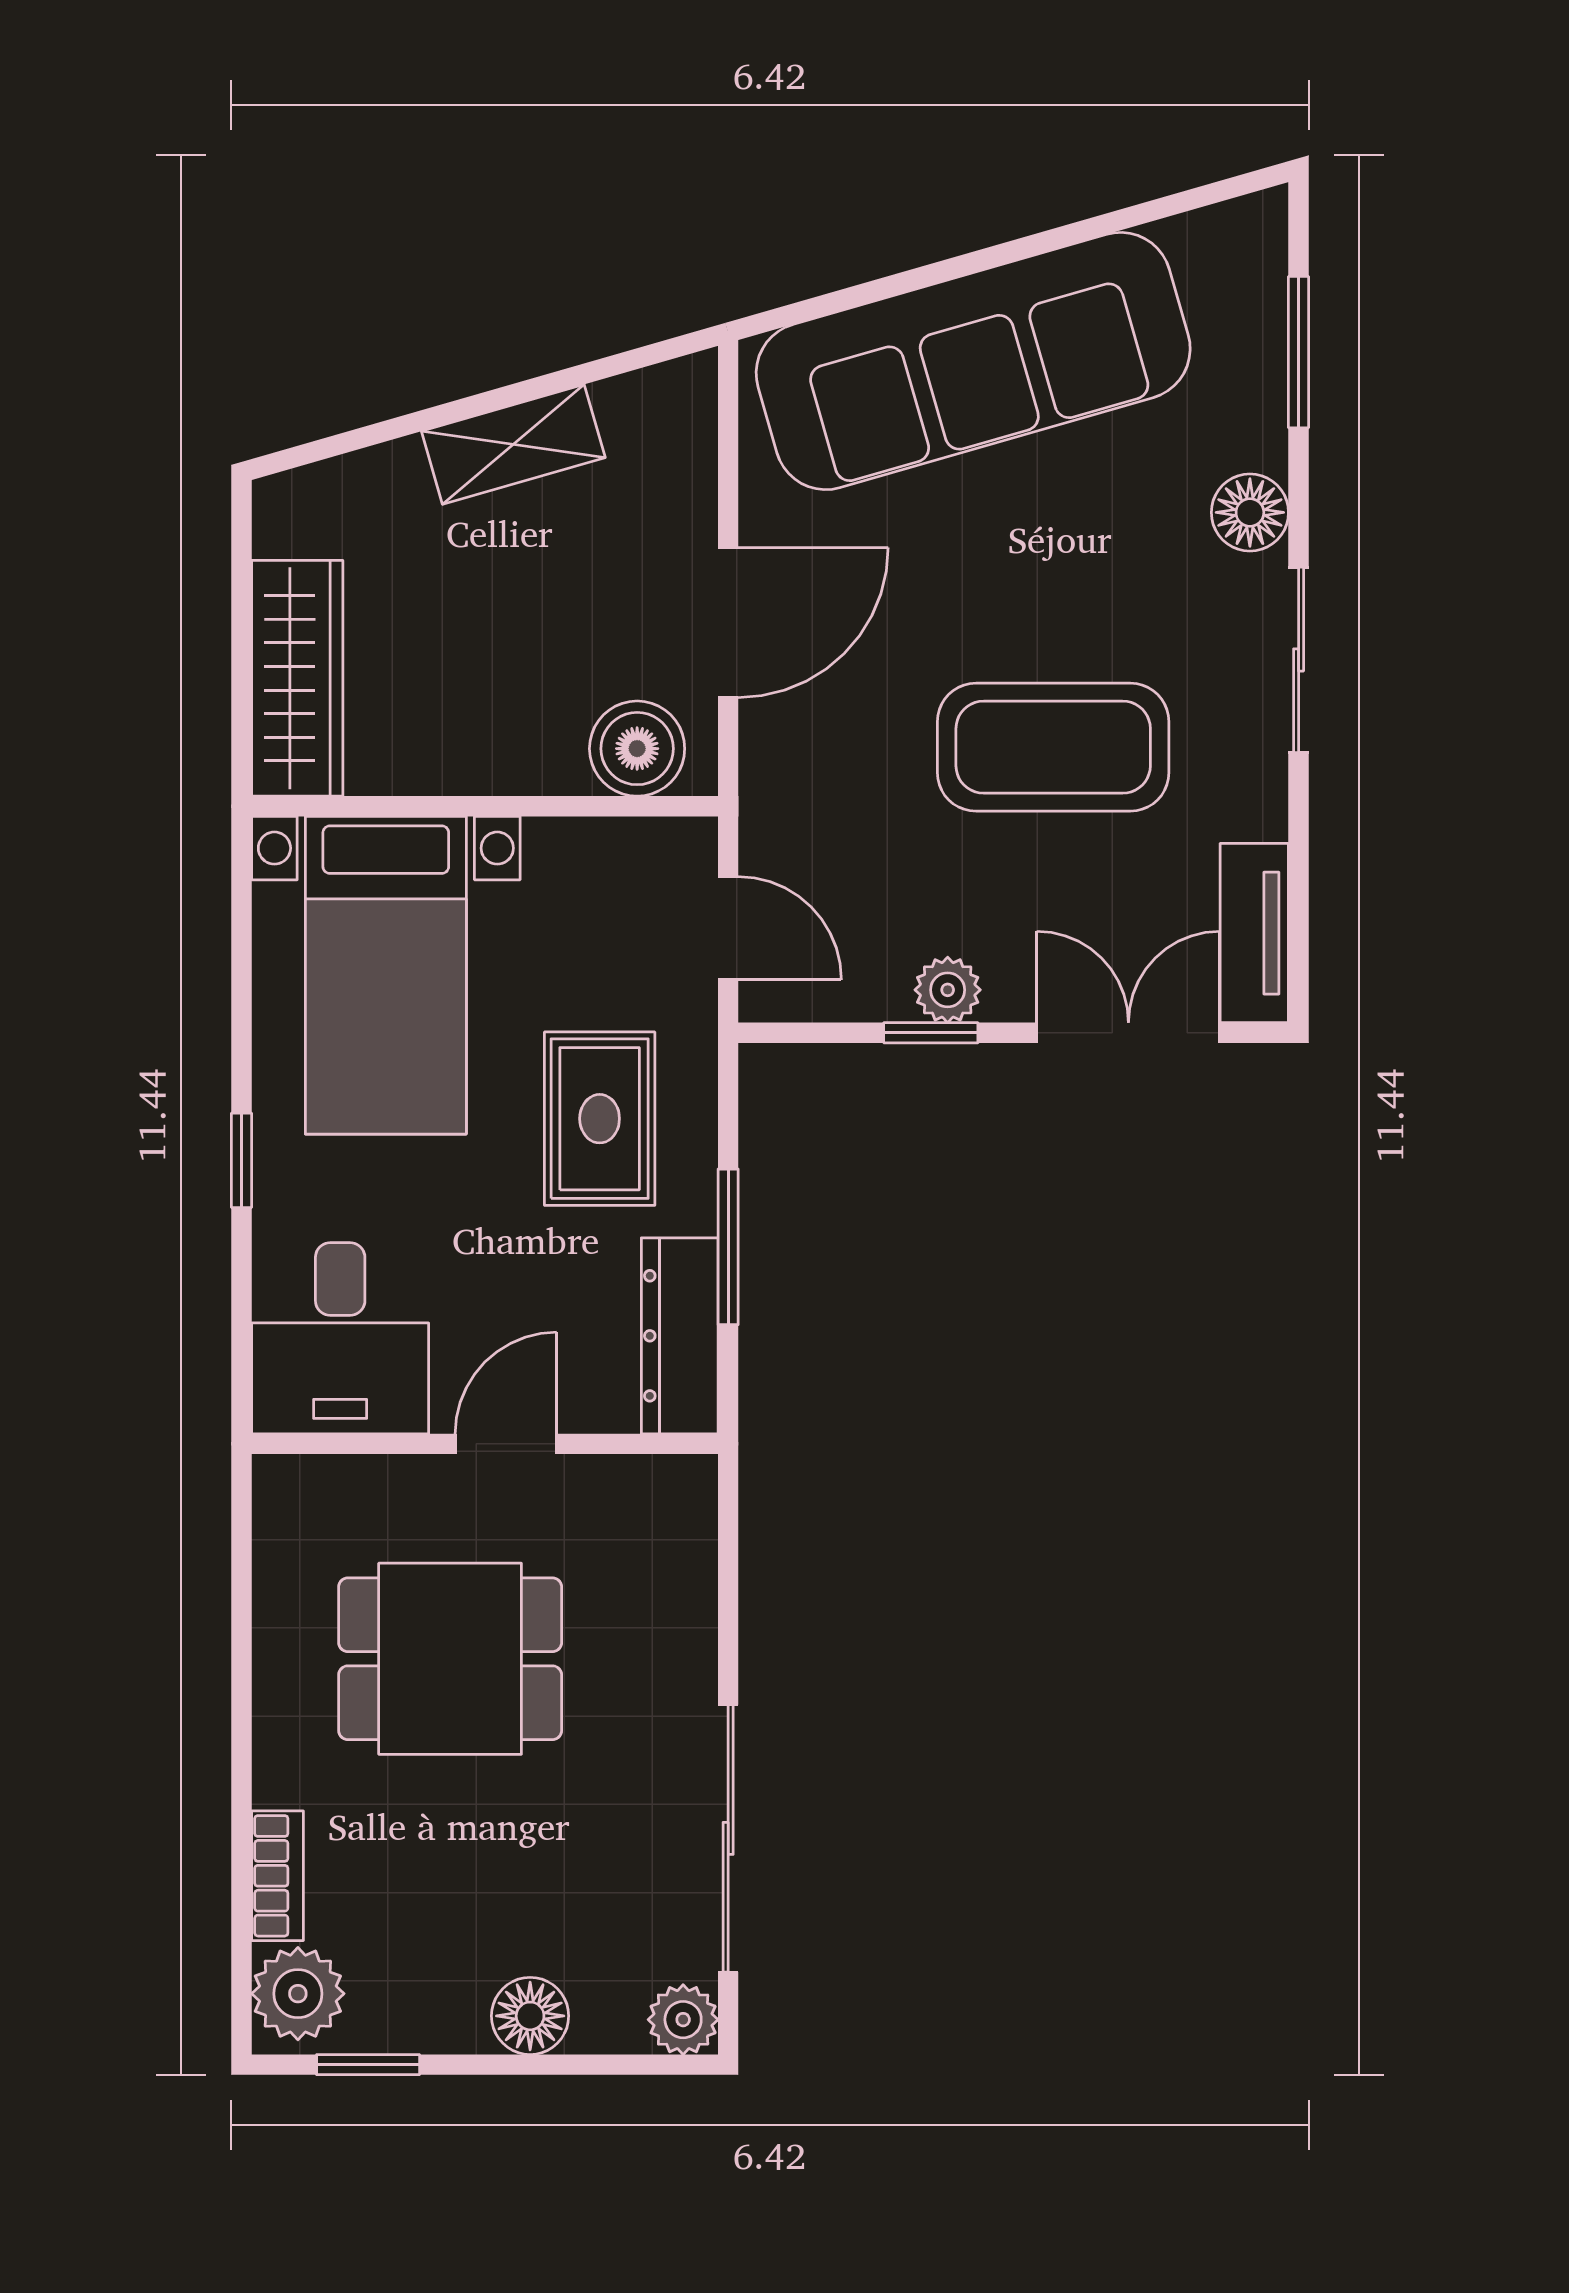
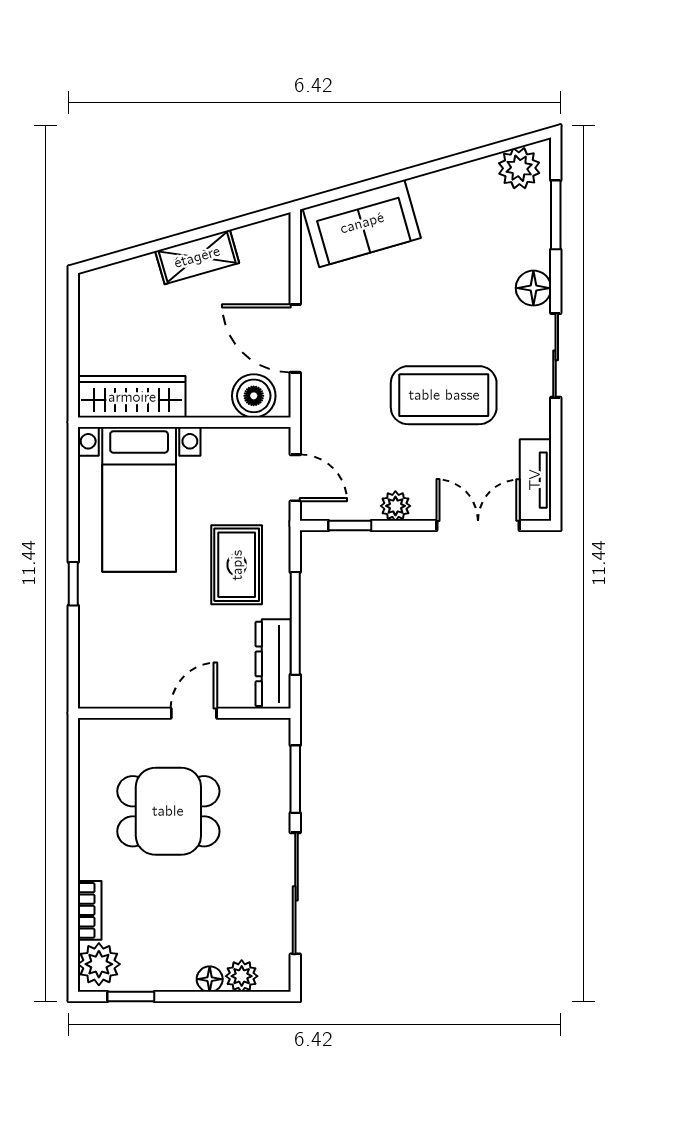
plant: (1218, 250) -> (519, 168), added
sofa: (973, 361) -> (362, 223), width x0.54, depth x0.79
door: (728, 623) -> (295, 338), swing flipped
wardrobe: (297, 678) -> (132, 397), moved, turned -90
window: (931, 1033) -> (350, 526), moved
window: (728, 1247) -> (295, 623), width x1.44
desk: (340, 1338) -> (118, 665), removed
window: (728, 1588) -> (295, 779), added
floor lamp: (530, 2016) -> (210, 979), width x0.73, depth x0.73
plant: (683, 2020) -> (242, 976), moved

